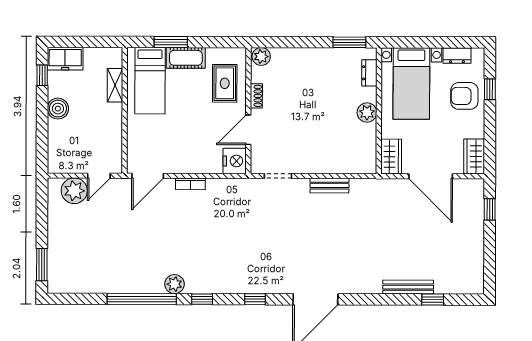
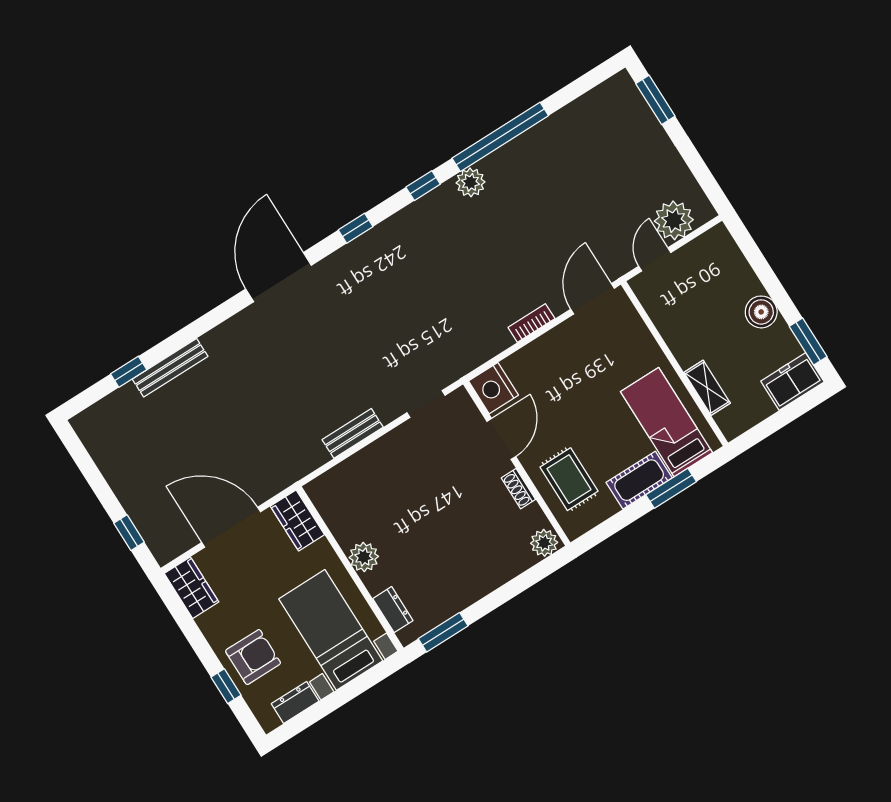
window: (42, 75) -> (808, 342), width x1.50

